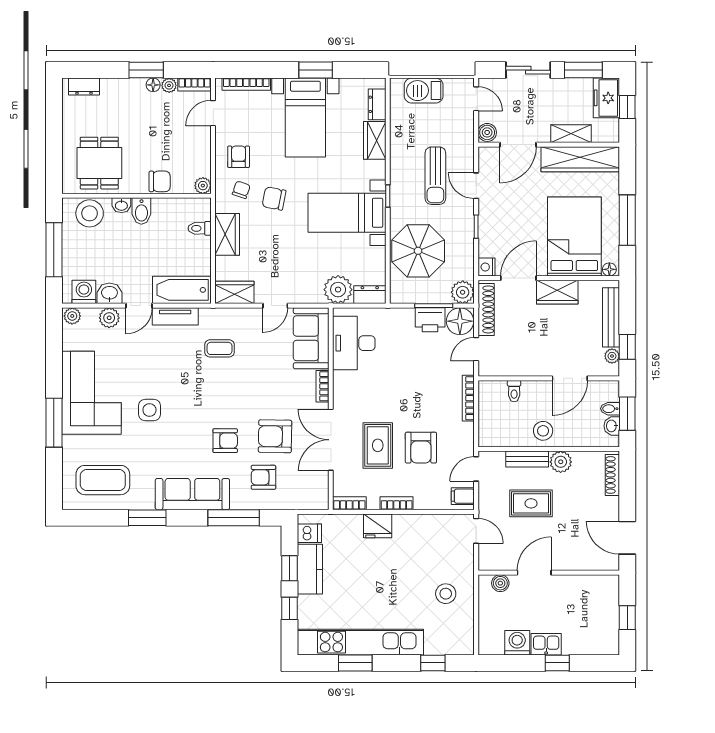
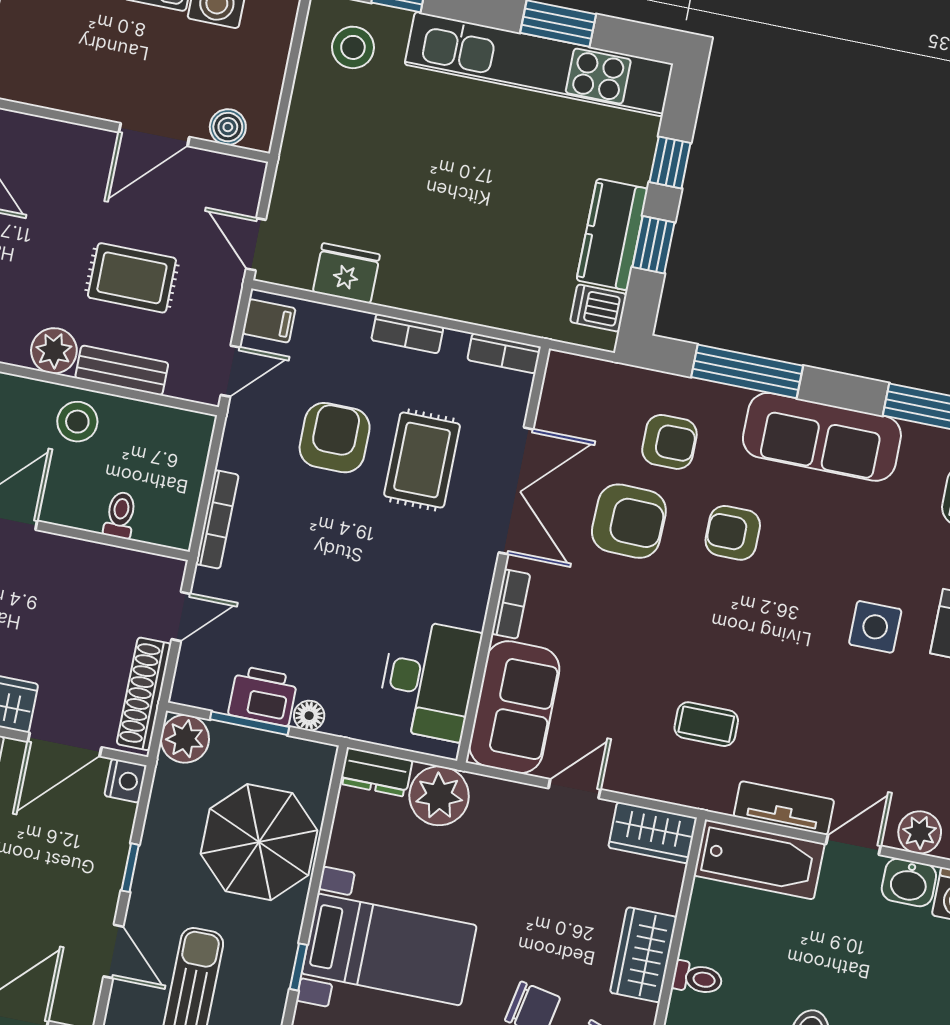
floor lamp: (460, 321) -> (309, 716), moved, width x0.53, depth x0.53
fridge: (378, 526) -> (346, 273), moved
stool: (446, 594) -> (353, 47), moved

